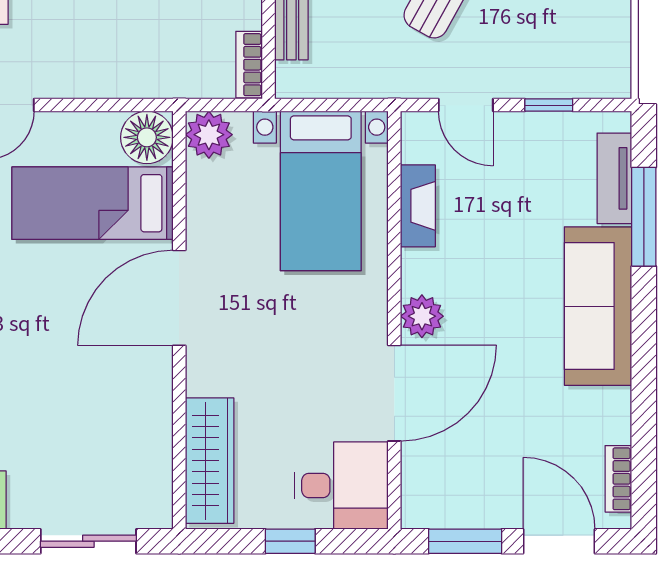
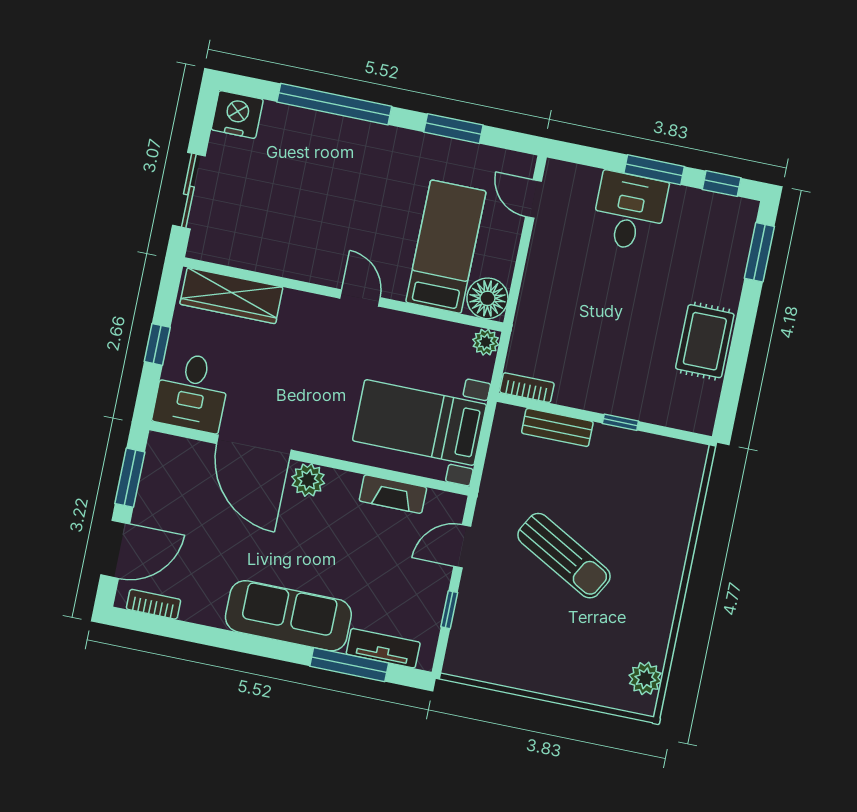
plant: (209, 135) -> (486, 342), width x0.73, depth x0.73
door: (179, 298) -> (360, 298), width x0.53

